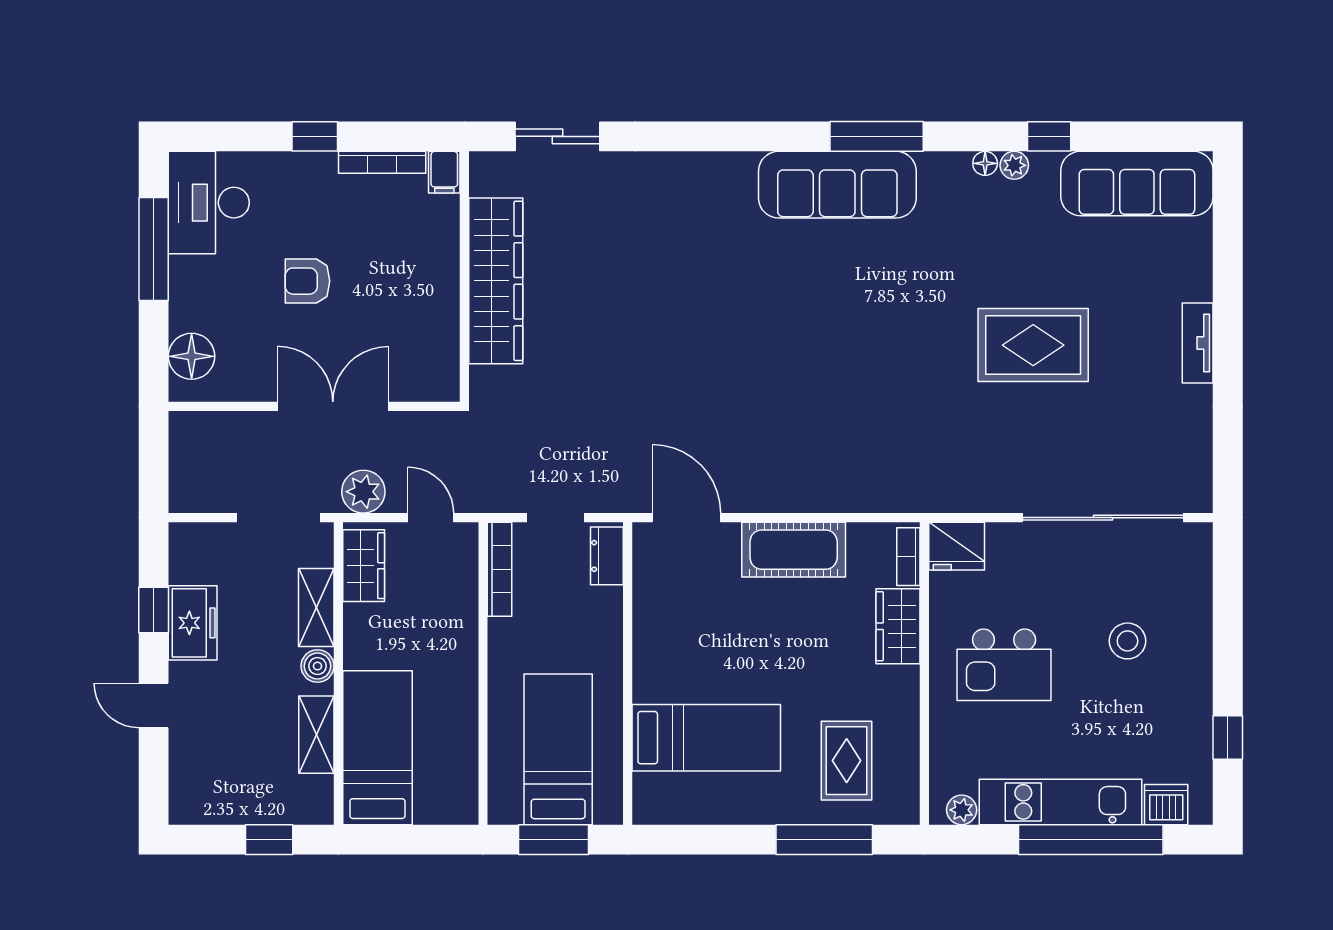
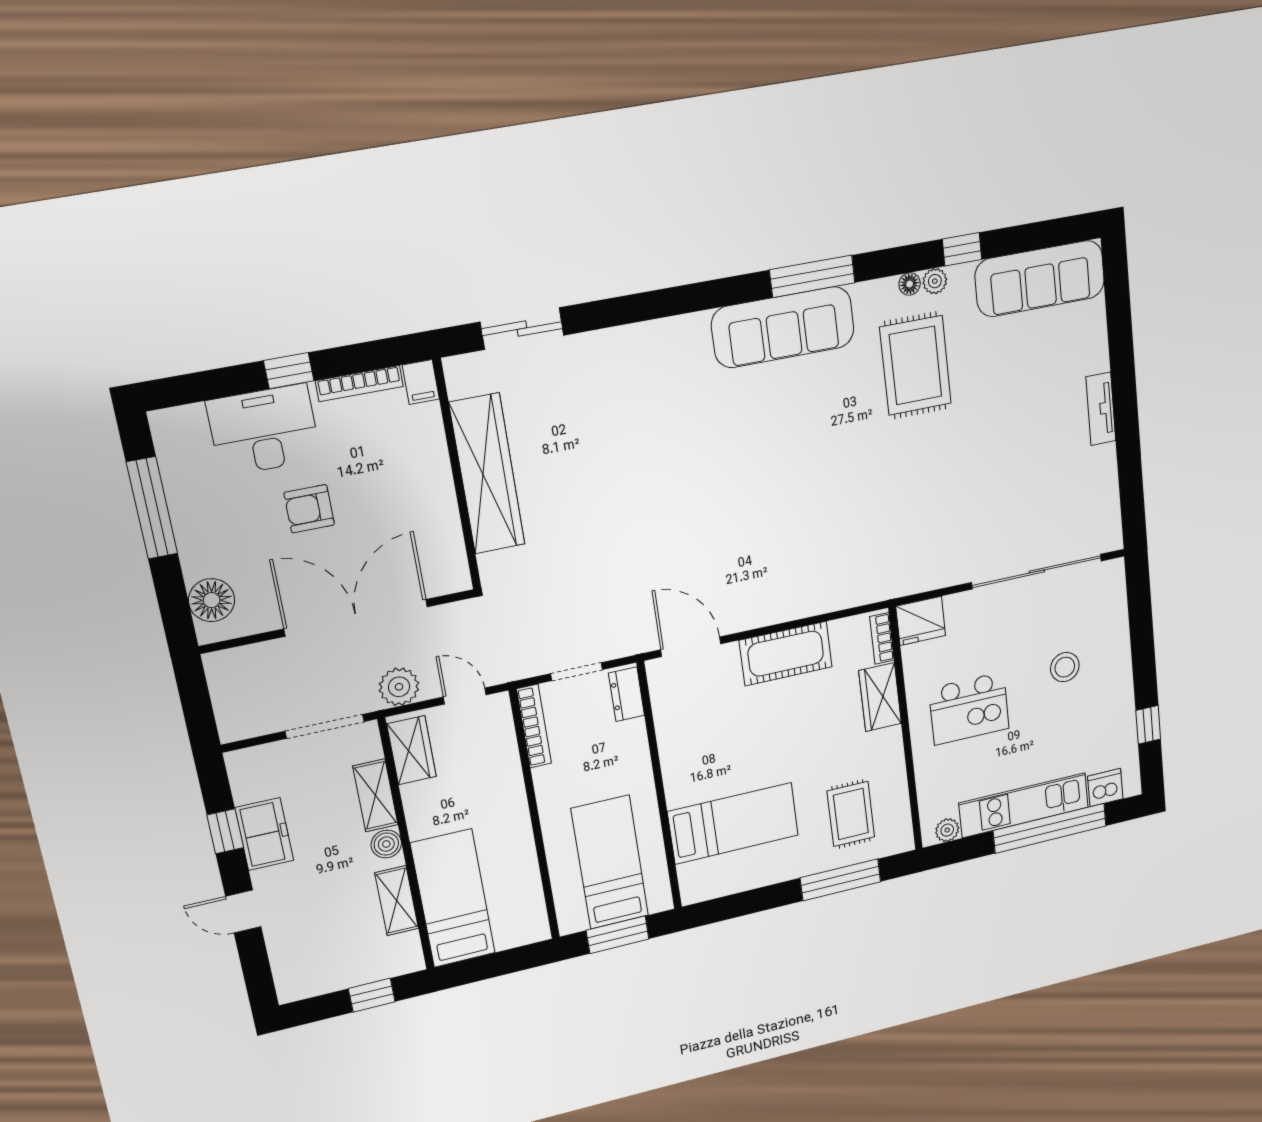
desk: (209, 203) -> (264, 430), moved, turned 90
rug: (1033, 345) -> (915, 365), moved, turned 90
double door: (333, 406) -> (356, 618), width x1.36

